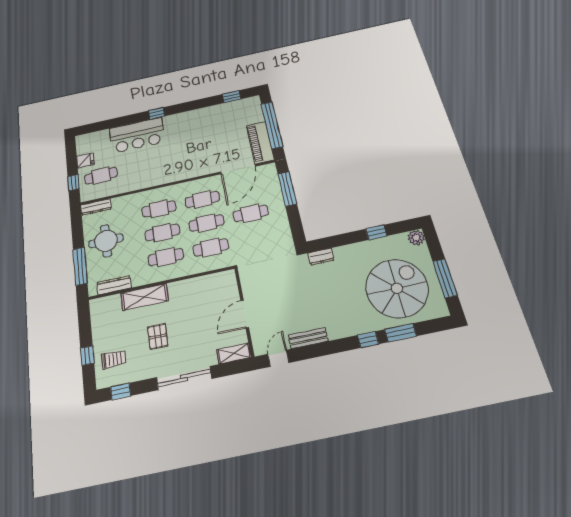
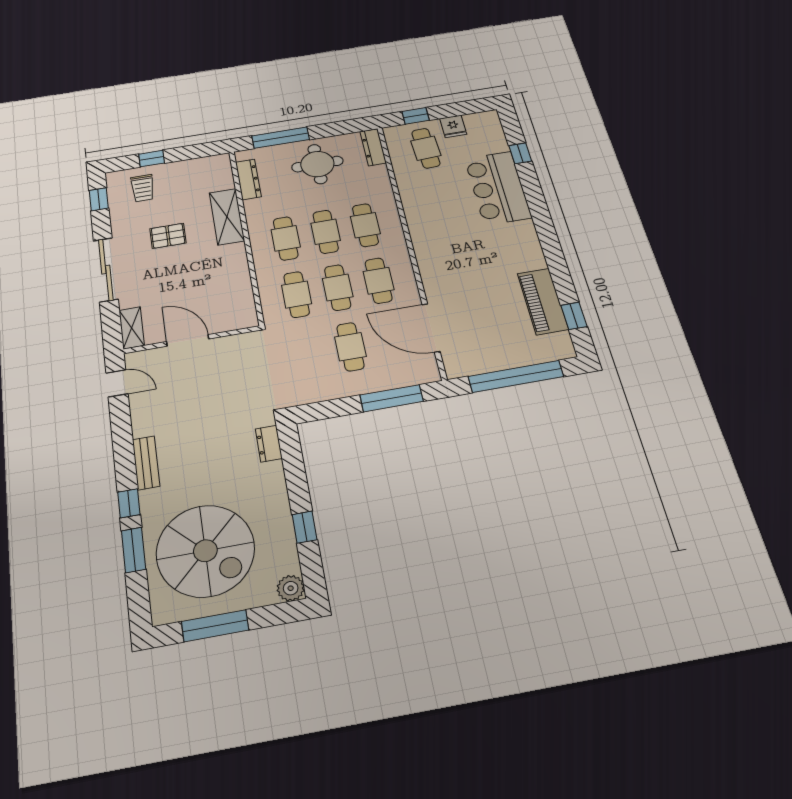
window: (157, 113) -> (520, 153), moved
piano: (260, 142) -> (543, 301), moved, turned -90
bench: (308, 338) -> (146, 463), moved

